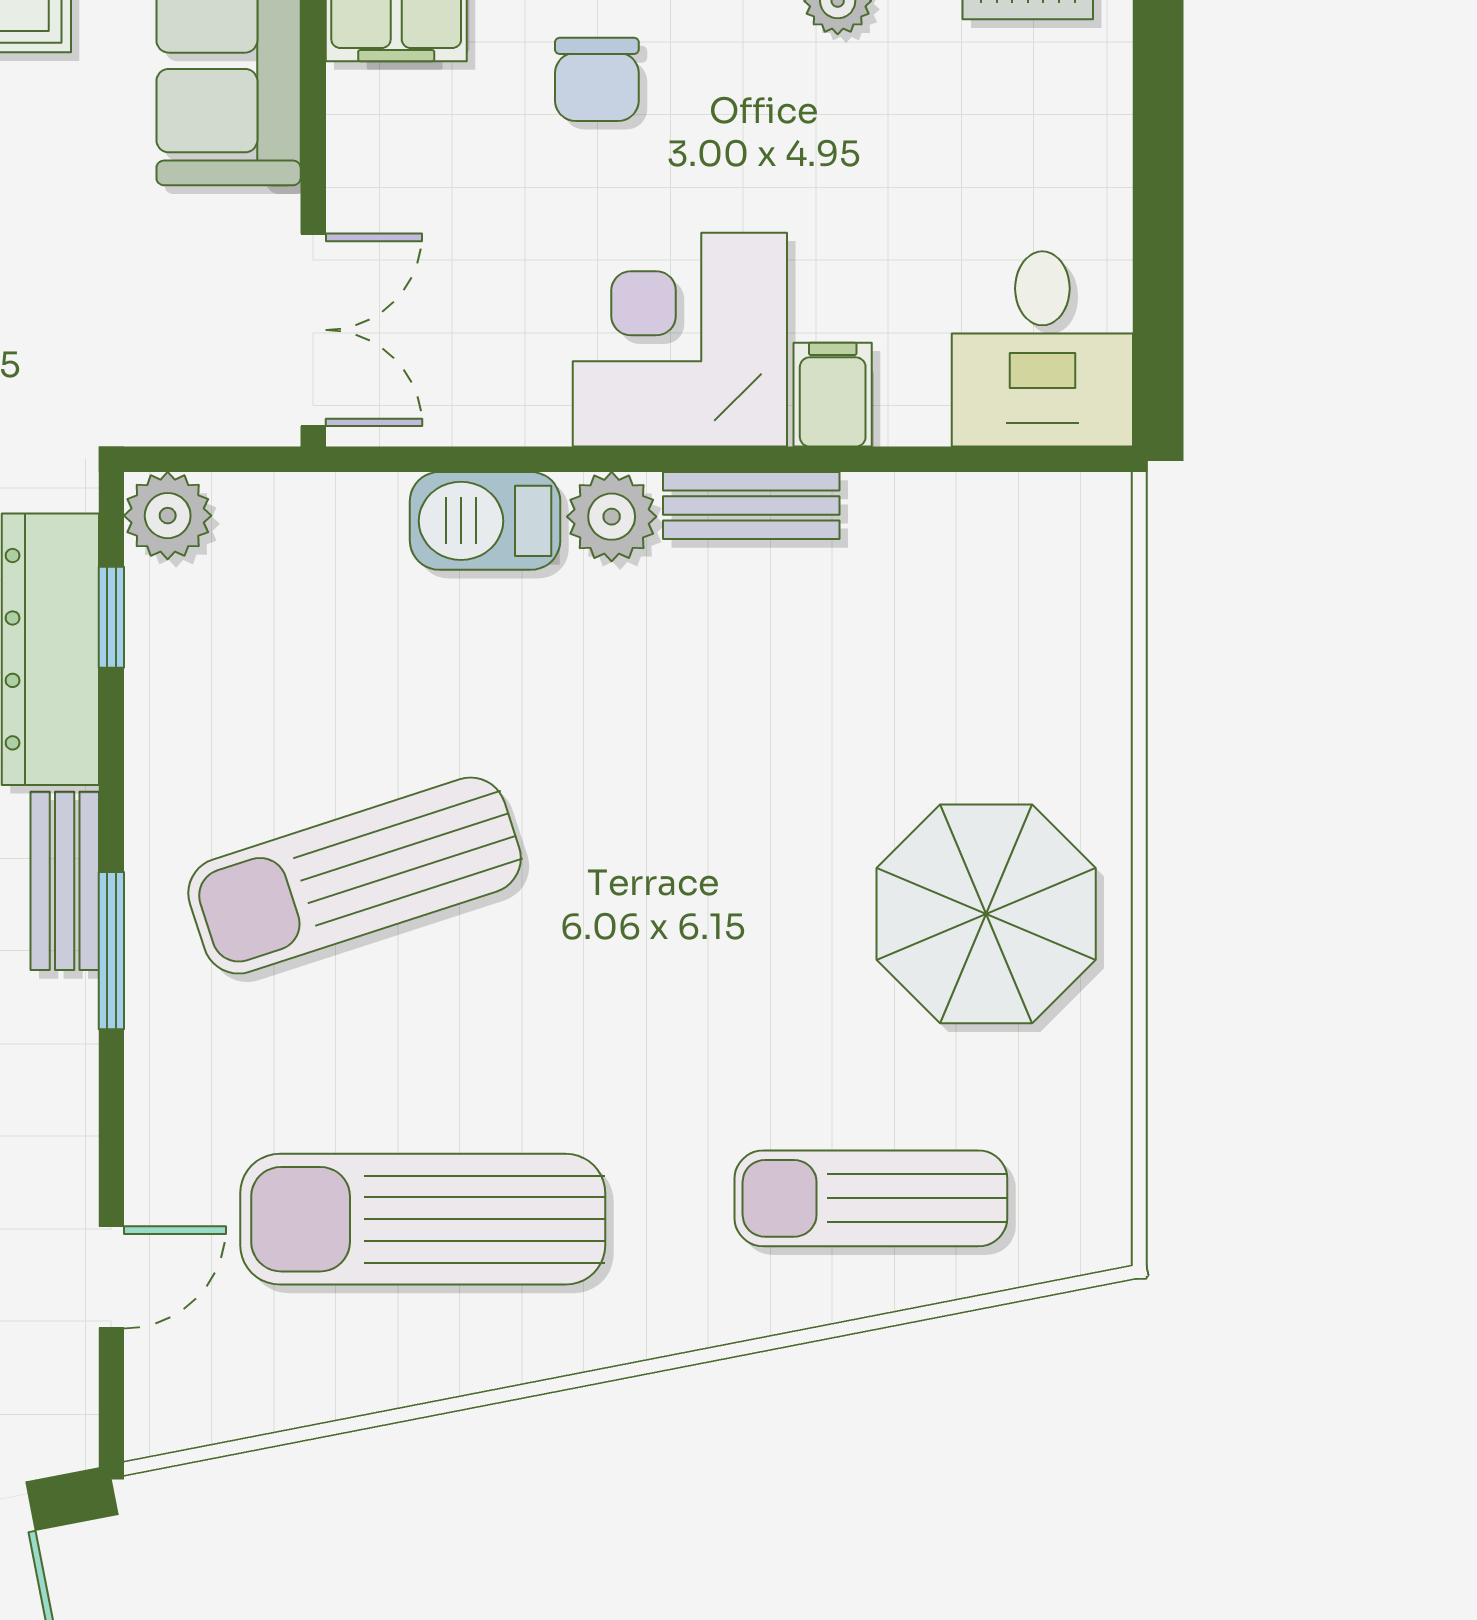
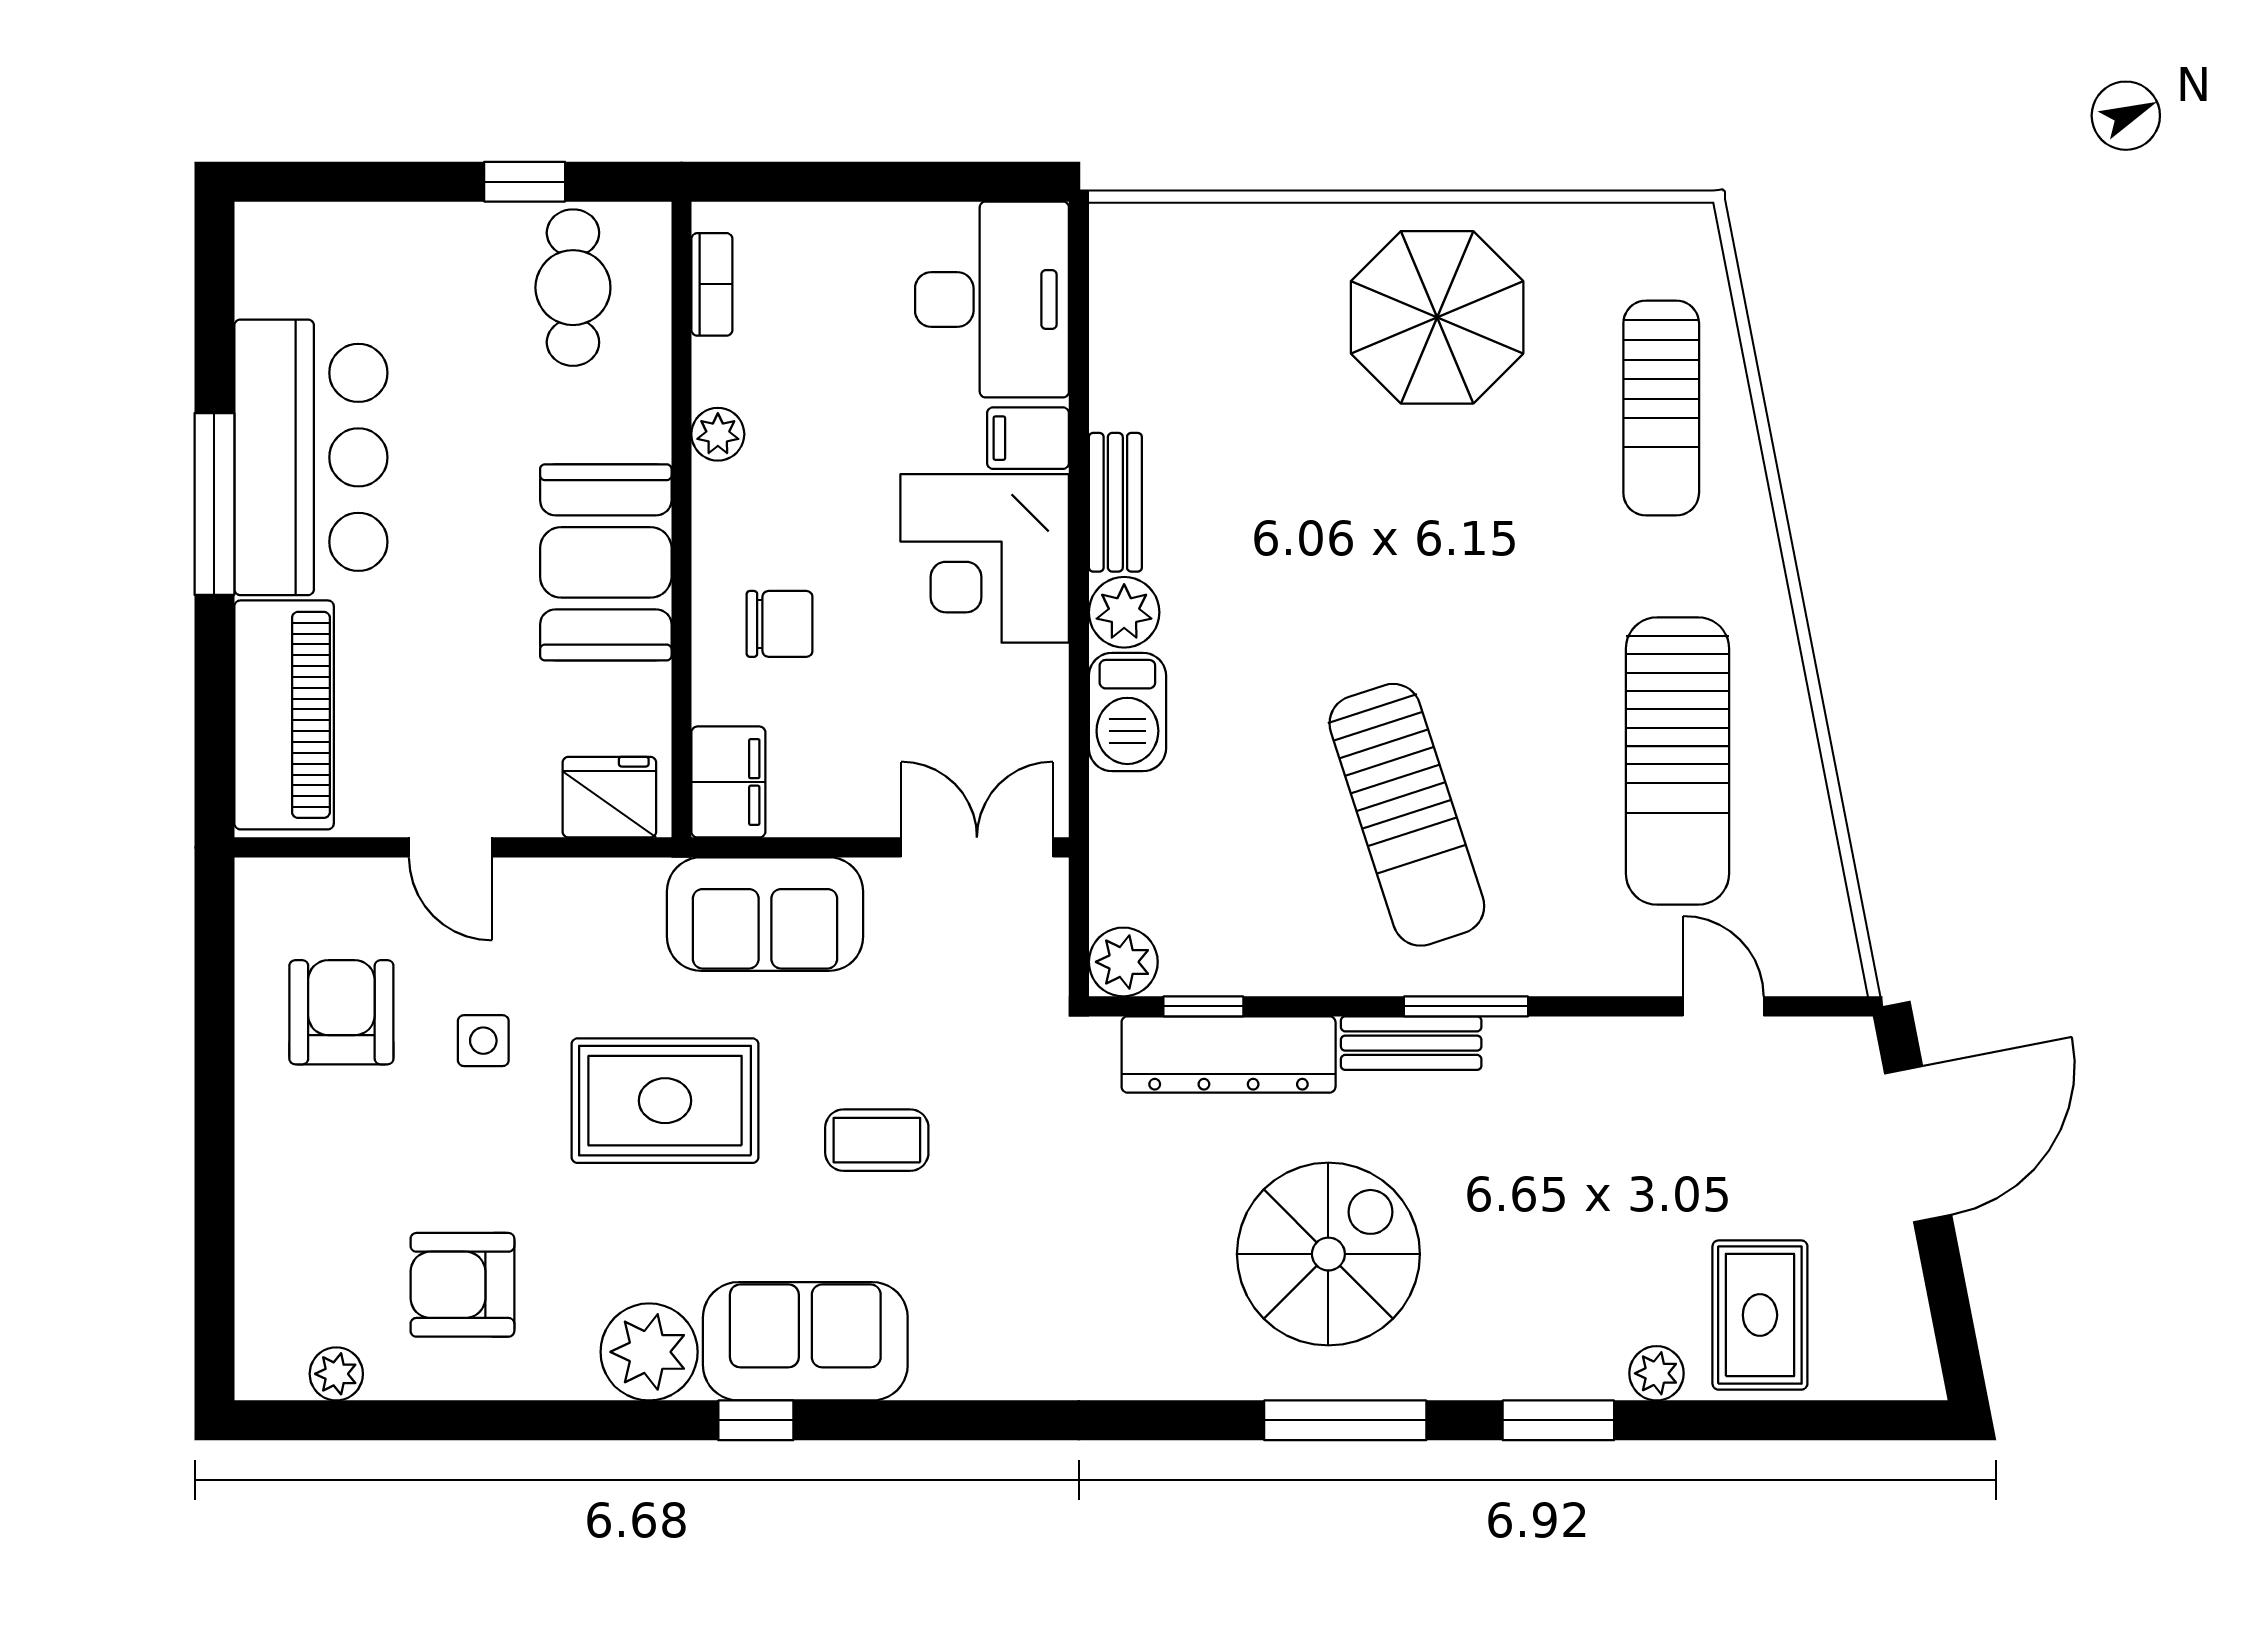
desk: (1042, 349) -> (992, 300), width x1.37

